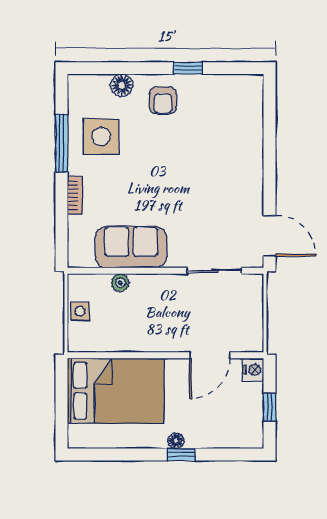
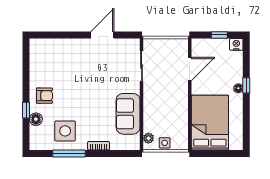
window: (188, 68) -> (26, 110), moved
door: (270, 236) -> (102, 35), moved
plant: (120, 283) -> (148, 138), moved
door: (210, 355) -> (190, 69), hinge flipped
nightstand: (253, 370) -> (236, 44), moved

